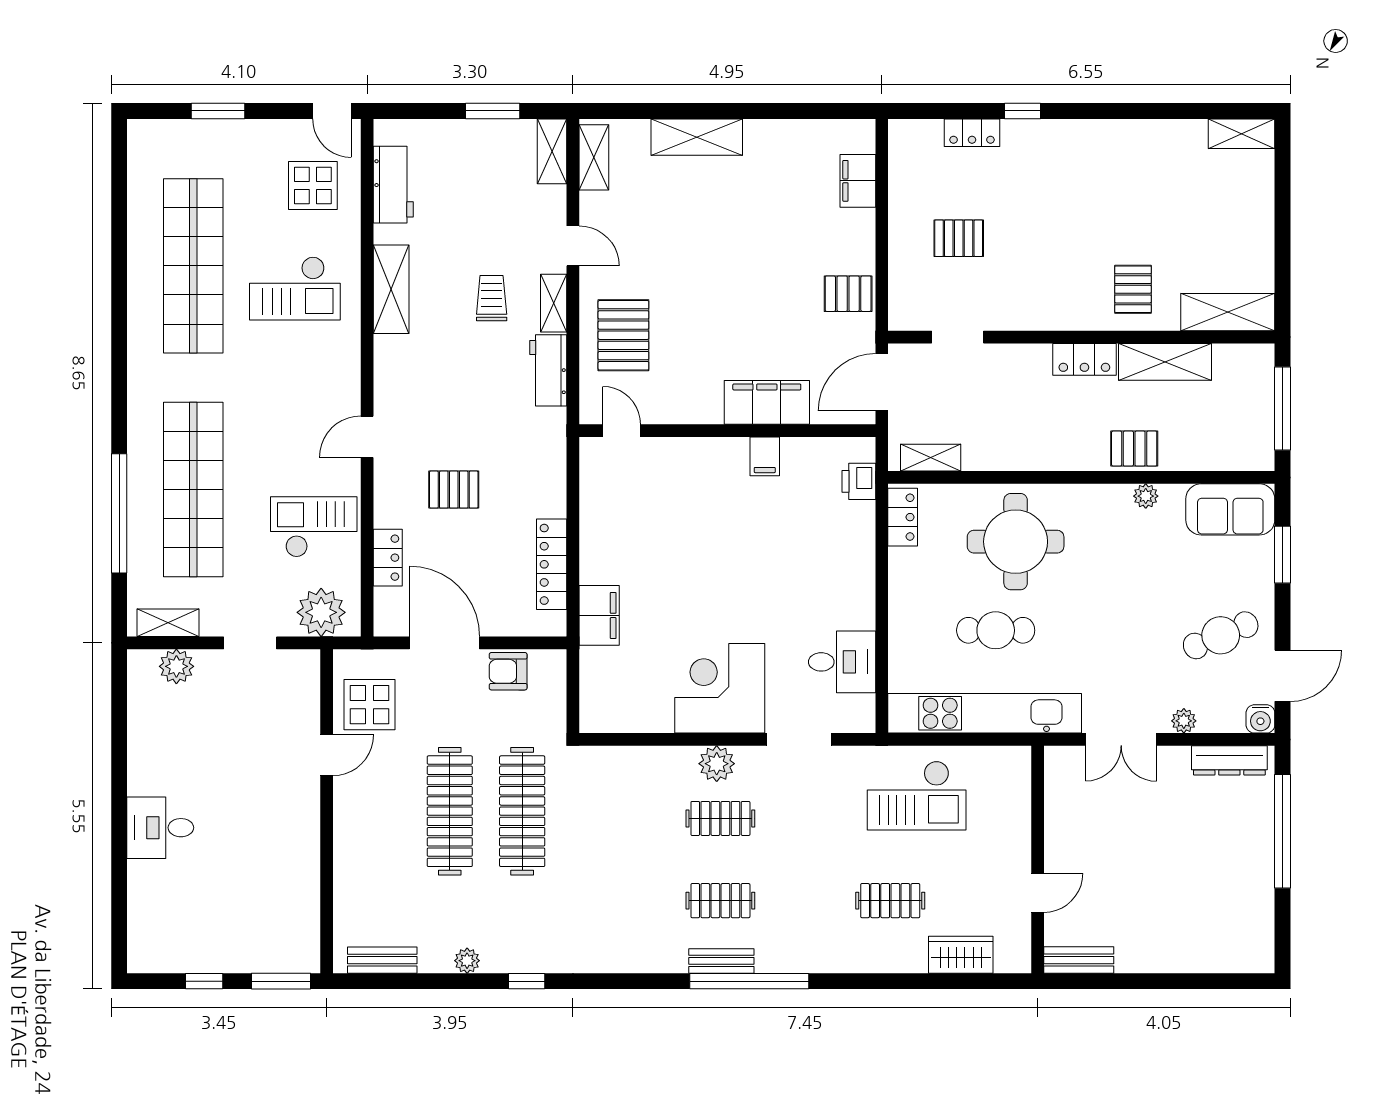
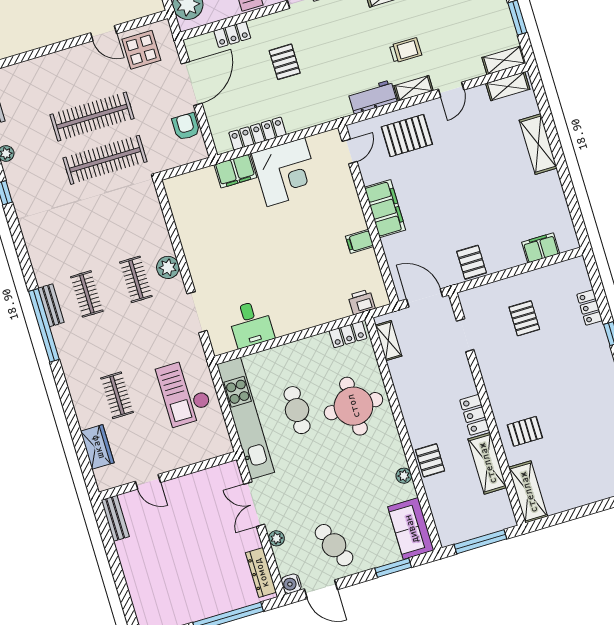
filing cabinet: (767, 402) -> (385, 209), moved
corner desk: (720, 688) -> (286, 172), moved, turned 90

